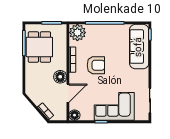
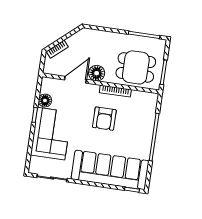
plant: (77, 33) -> (147, 102), removed
dining table: (39, 47) -> (136, 67), moved
sofa: (139, 47) -> (110, 170), width x1.36, depth x1.27
door: (68, 93) -> (75, 80), swing flipped
floor lamp: (75, 115) -> (45, 101), moved

